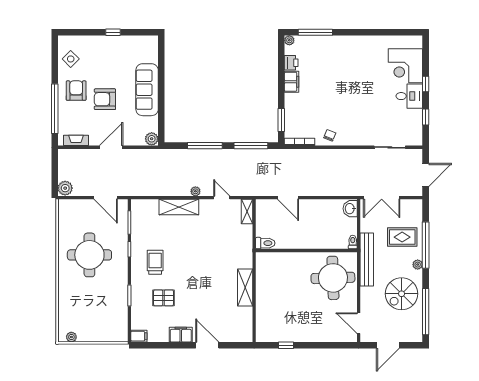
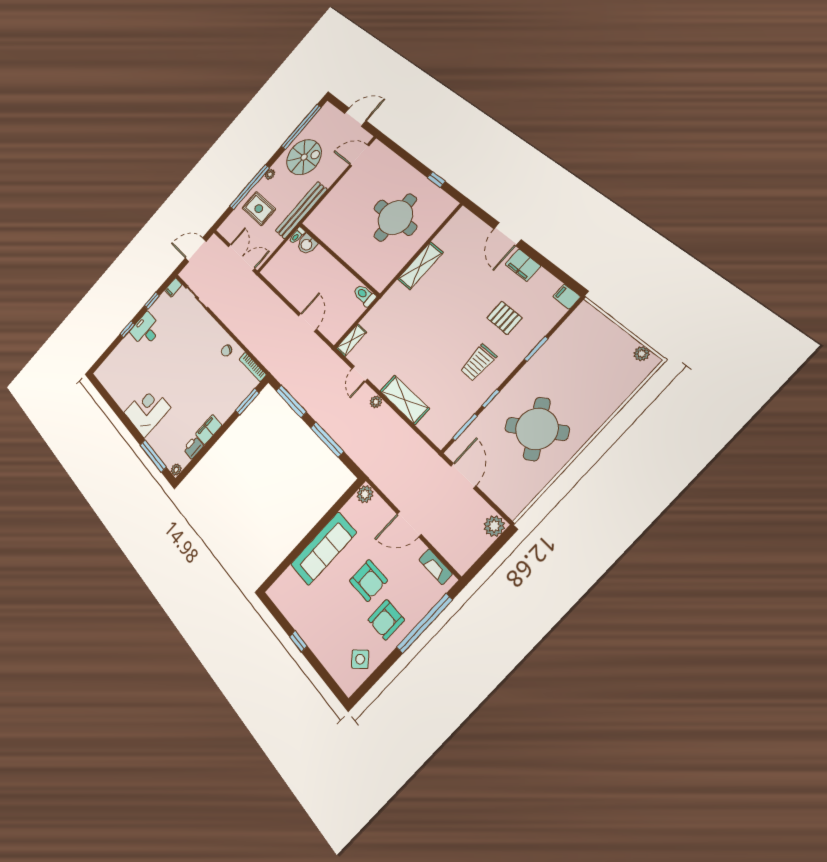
corner desk: (405, 66) -> (147, 410), moved, turned -90
filing cabinet: (417, 138) -> (173, 288), added
washbasin: (350, 209) -> (307, 244), moved, turned 90
round table: (89, 255) -> (537, 429), turned -32
round table: (333, 278) -> (395, 218), moved
door: (359, 323) -> (359, 155), swing flipped

